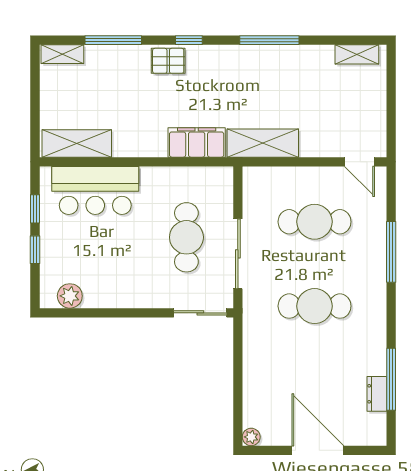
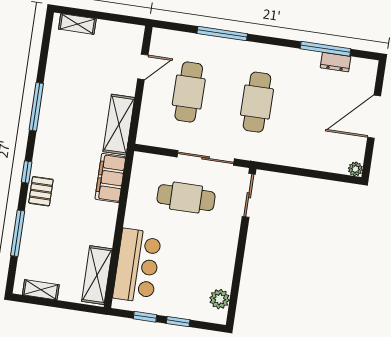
shelving: (62, 54) -> (41, 290), moved, turned 90
shelving: (357, 54) -> (77, 24), moved, turned 90
door: (359, 162) -> (143, 67), moved

